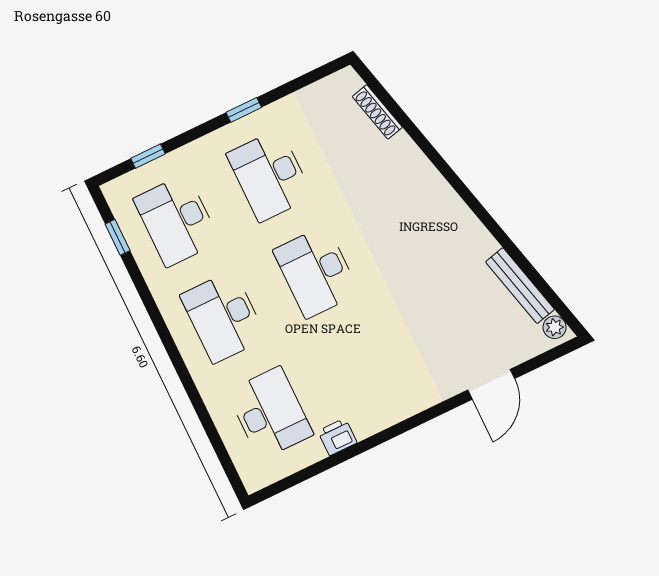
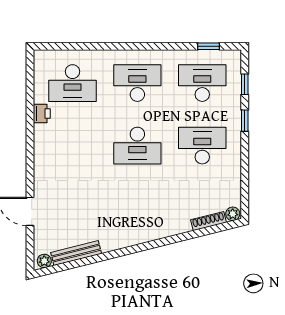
plant: (349, 81) -> (233, 214), added
window: (244, 110) -> (245, 121), moved
desk: (316, 272) -> (137, 146), turned 180

